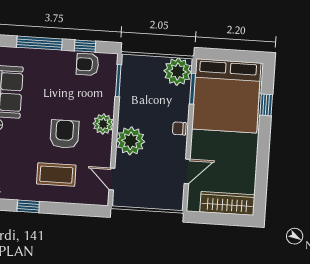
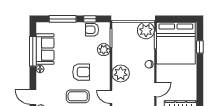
plant: (103, 124) -> (104, 50), moved
armchair: (64, 134) -> (81, 72), turned 90

